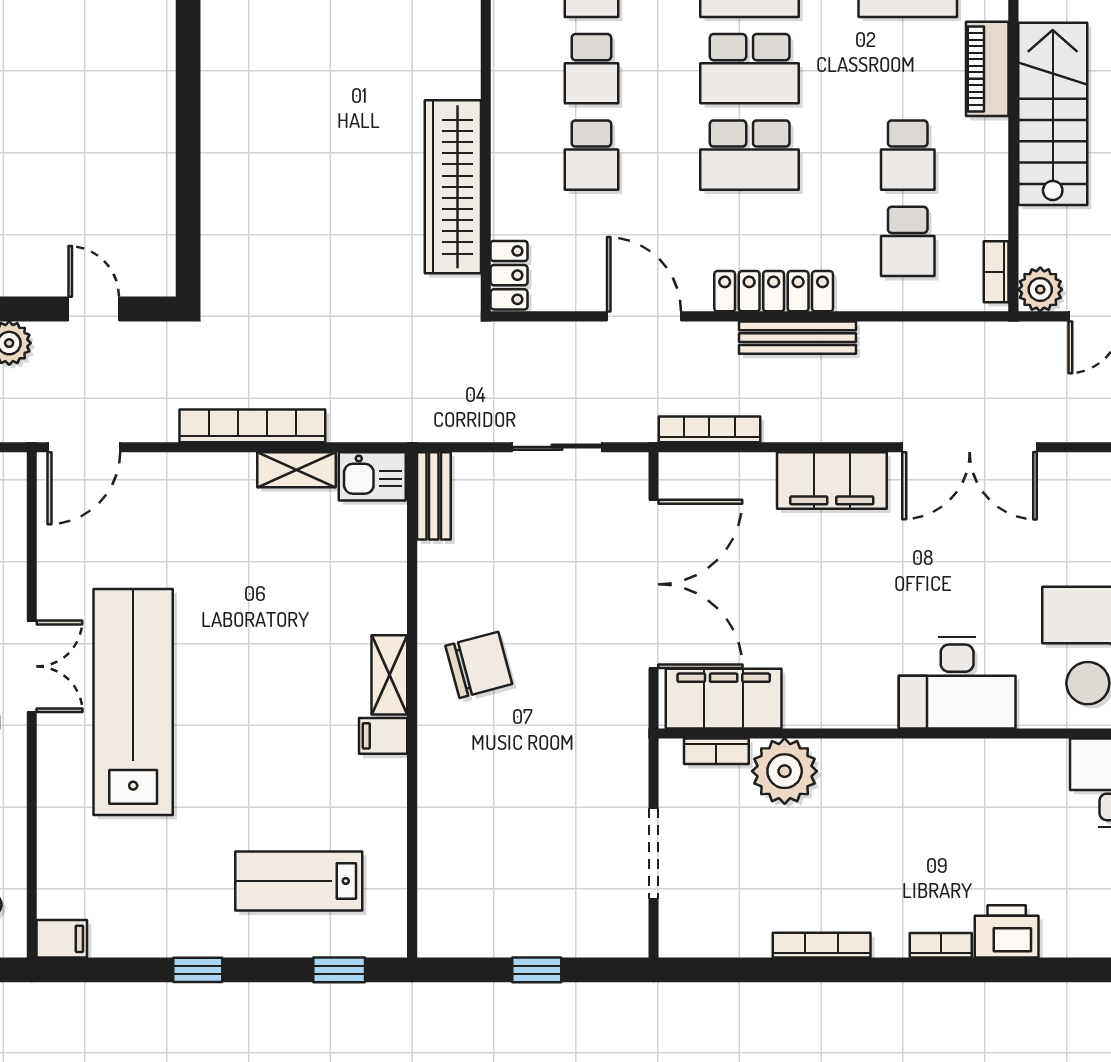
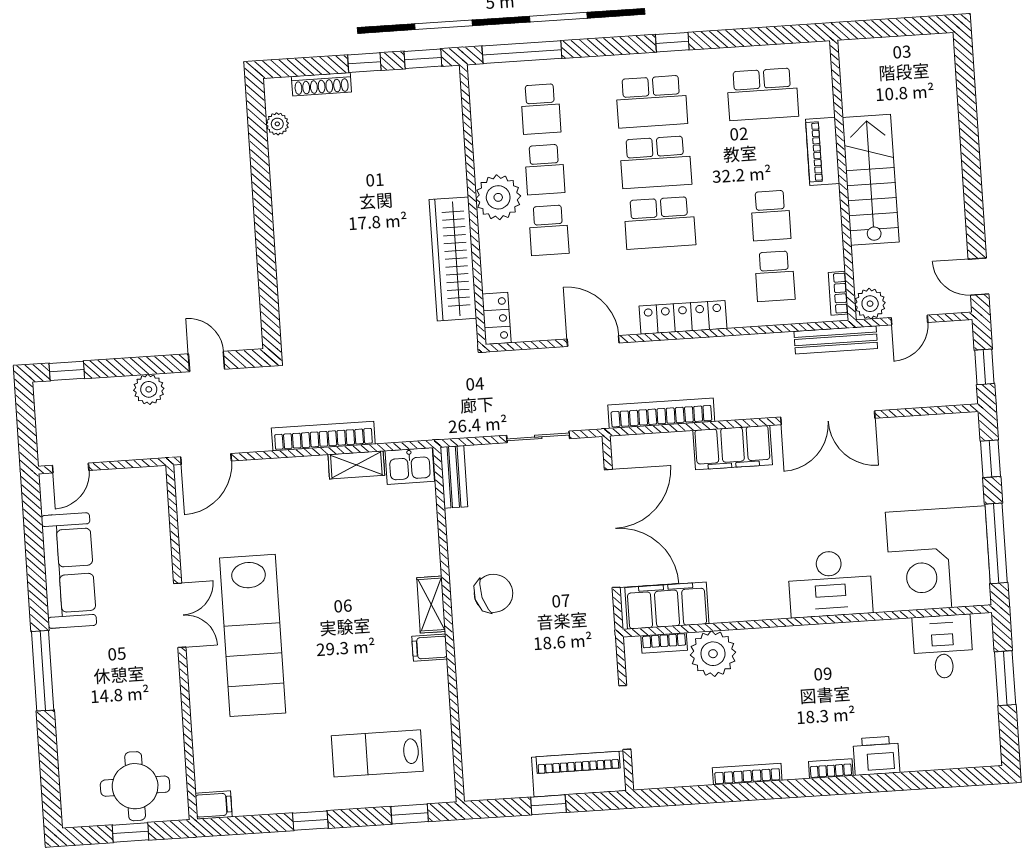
plant: (523, 104) -> (498, 197), added
bench: (797, 338) -> (836, 340), moved
bookcase: (709, 429) -> (661, 413), width x1.48, depth x1.31
lab bench: (133, 702) -> (253, 635), turned 180
piano: (583, 929) -> (579, 774), added

